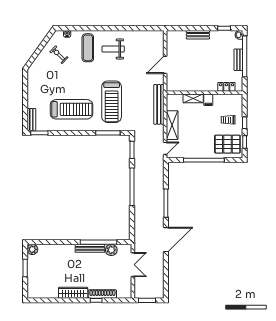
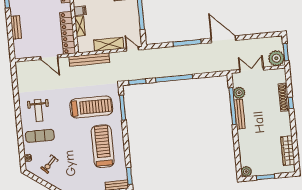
locker: (187, 85) -> (68, 33), added
plant: (142, 290) -> (276, 58), added
wardrobe: (73, 293) -> (288, 151), moved

